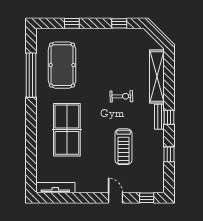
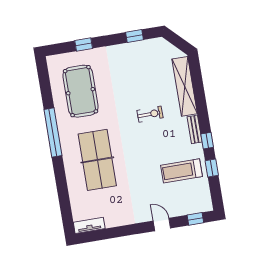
window: (31, 75) -> (53, 132), moved
window: (169, 117) -> (207, 141), moved
treadmill: (124, 147) -> (182, 171), moved, turned 90
tv unit: (55, 188) -> (89, 225), width x0.71

